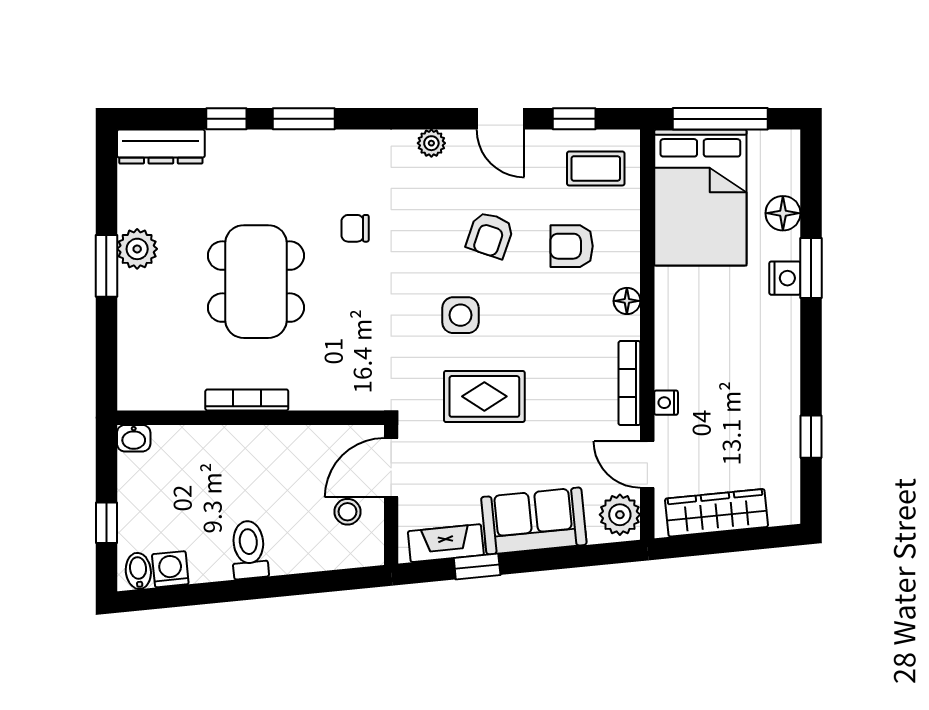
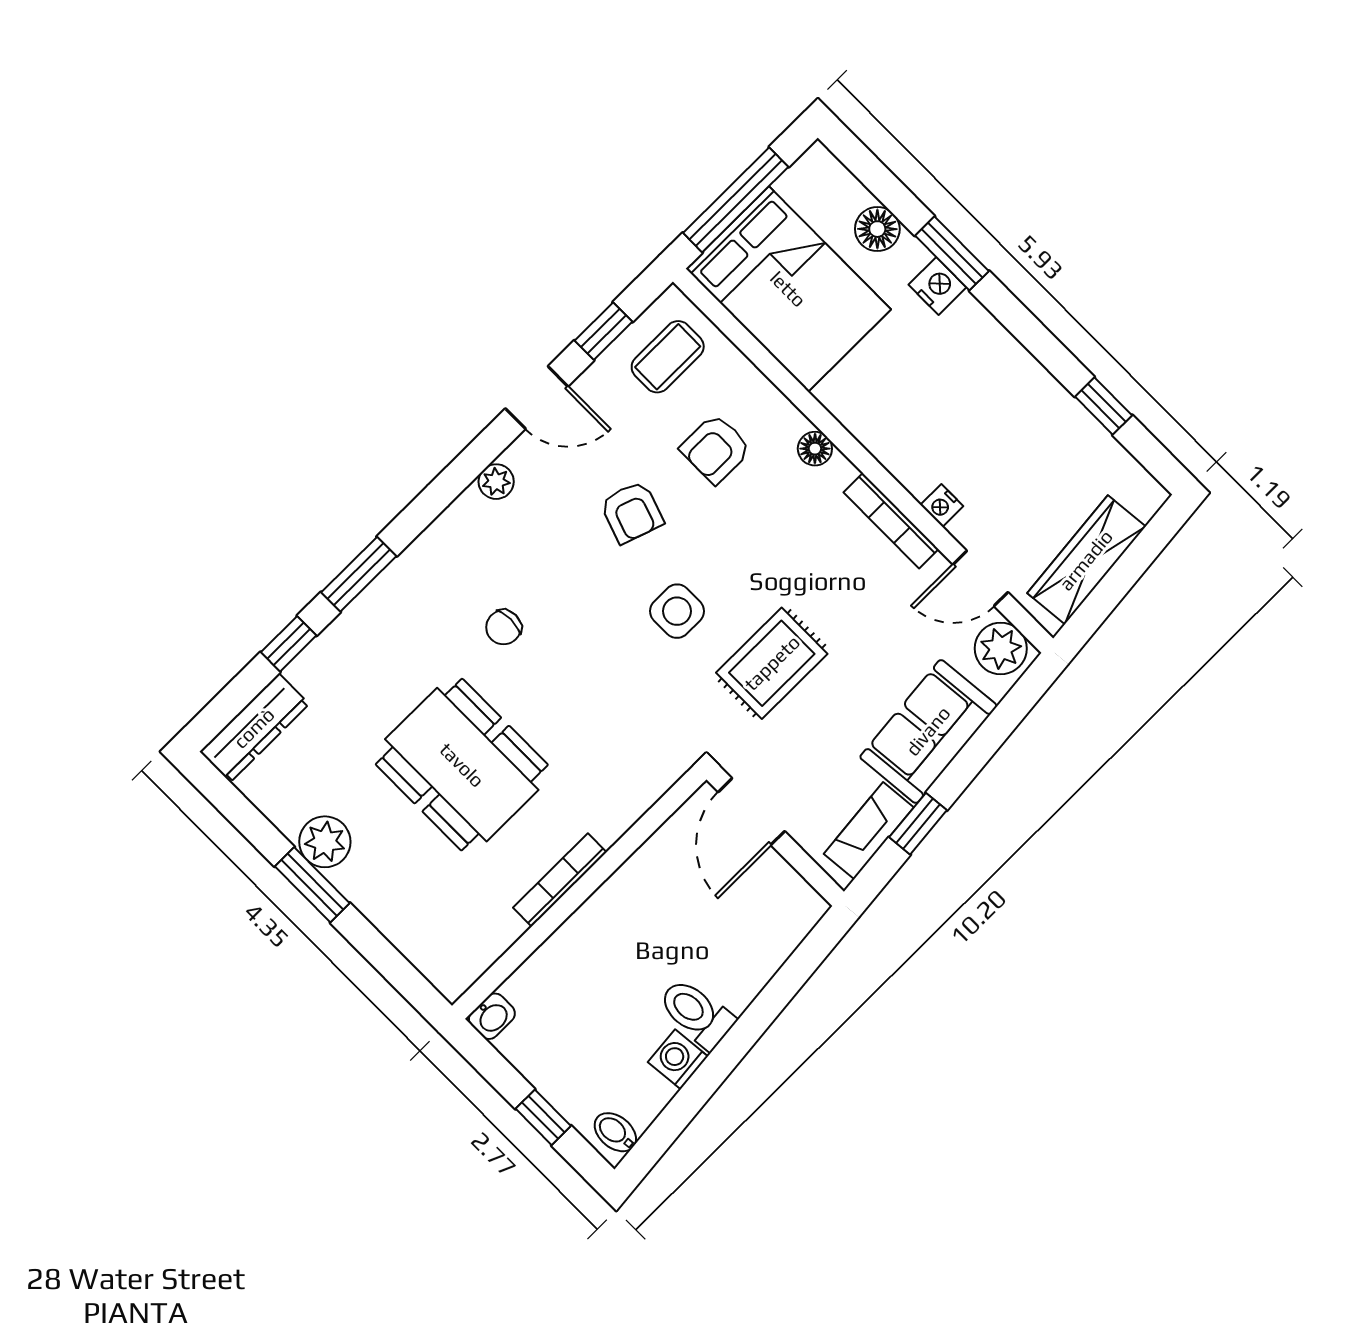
stool: (347, 512) -> (751, 891), removed
washing machine: (170, 569) -> (678, 1059), moved

